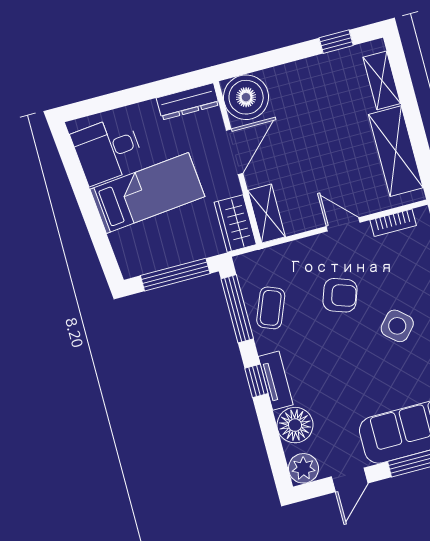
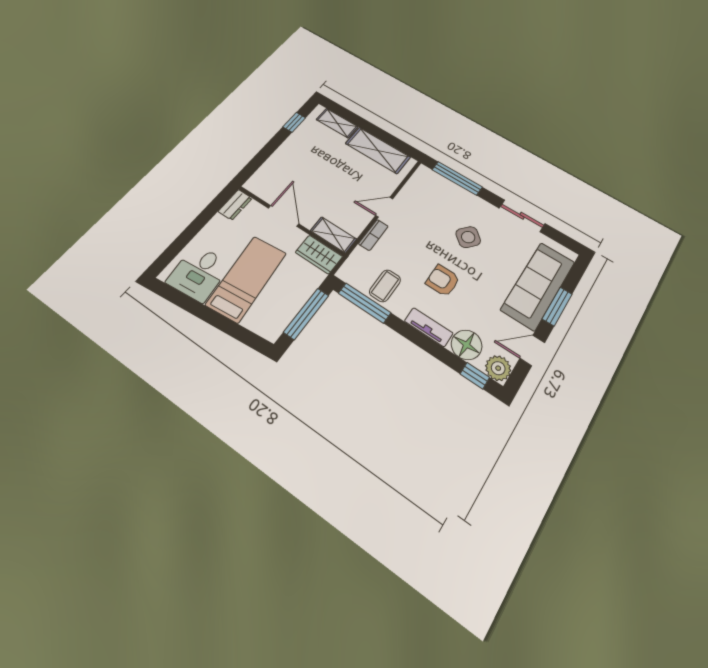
boiler: (246, 97) -> (266, 183), removed
dresser: (188, 101) -> (235, 205), width x0.70
bookcase: (393, 223) -> (373, 235), moved
armchair: (340, 295) -> (443, 281), moved, turned -109
coffee table: (271, 308) -> (385, 286), turned 68
window: (256, 381) -> (475, 376), moved
door: (350, 480) -> (532, 350), swing flipped

